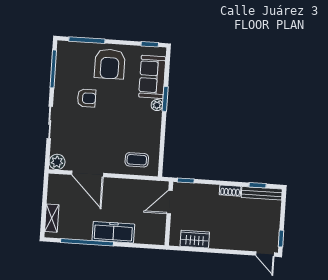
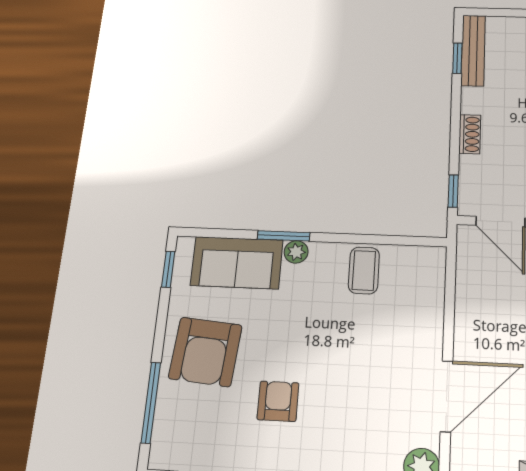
armchair: (110, 64) -> (205, 352), turned 95
coffee table: (137, 160) -> (364, 270), moved
shoe rack: (230, 191) -> (470, 134), moved

